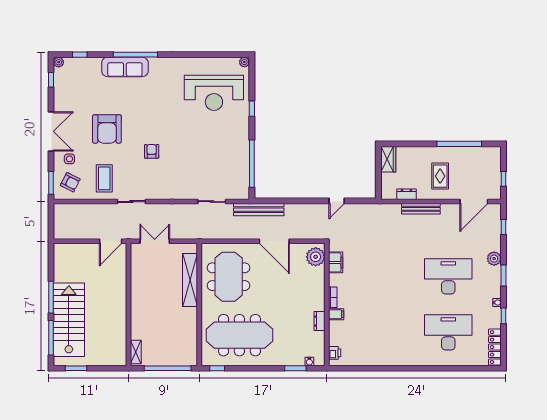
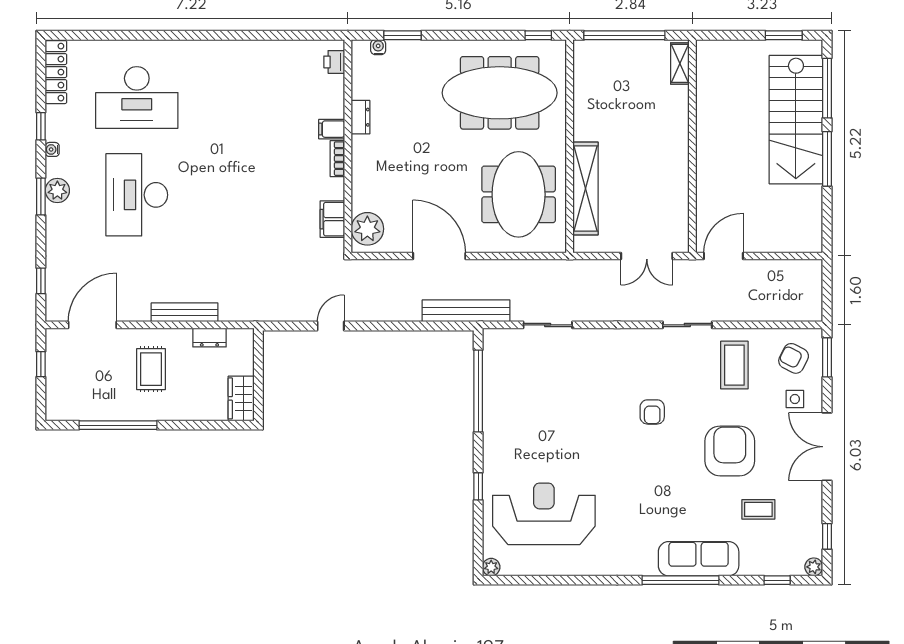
coffee table: (90, 95) -> (758, 509), added
plant: (494, 259) -> (57, 190), moved
desk: (448, 276) -> (137, 195), turned 90

